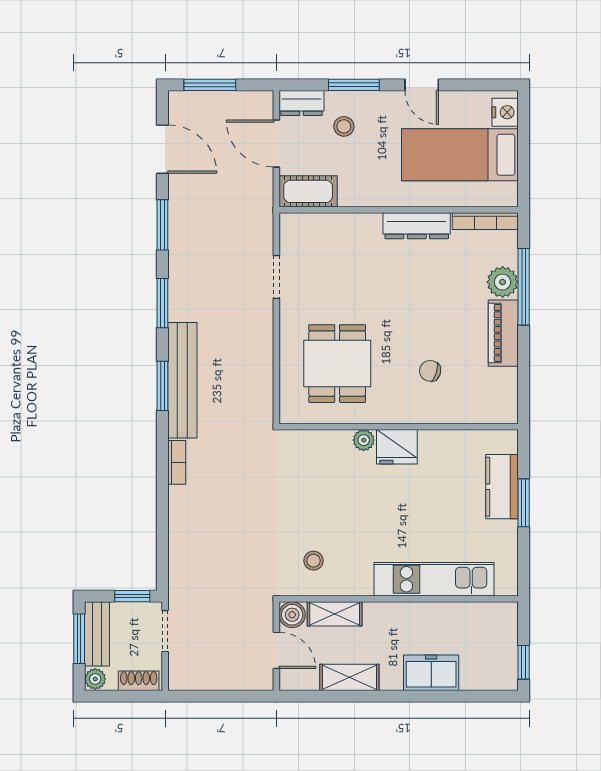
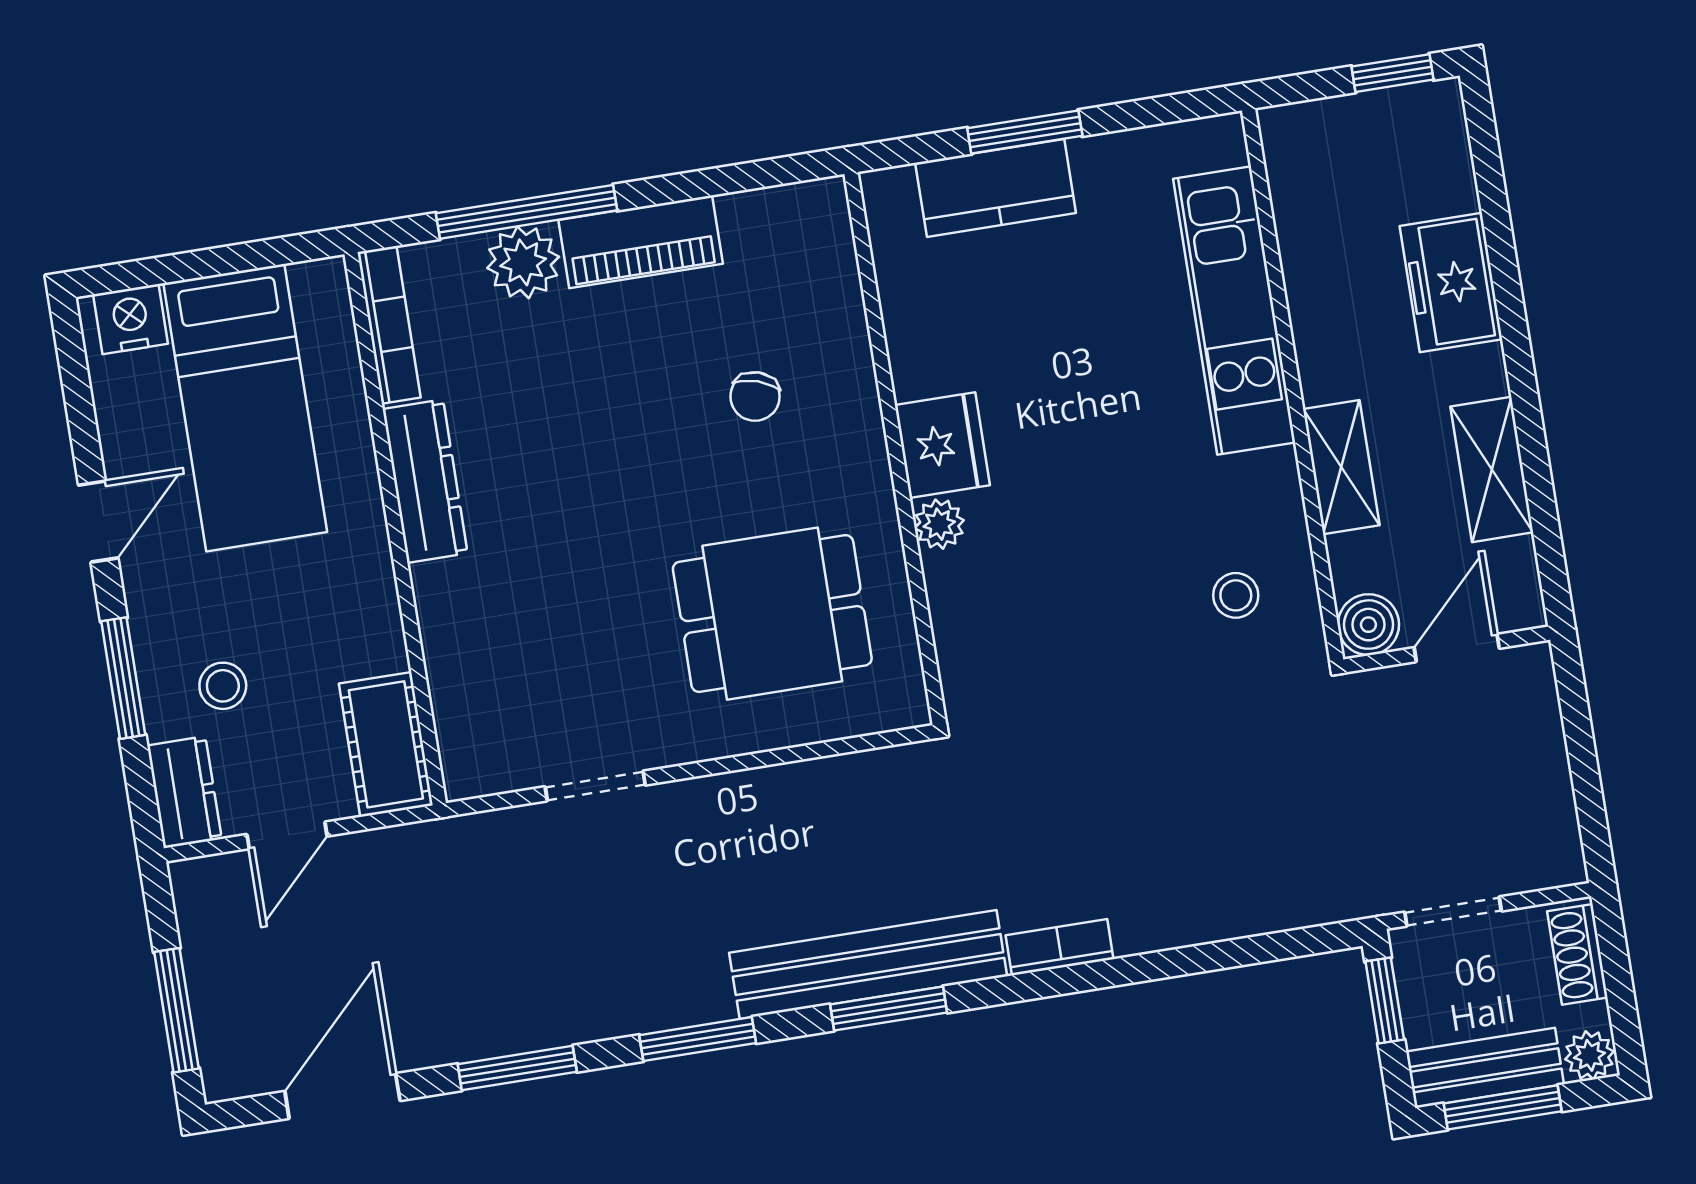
door: (276, 143) -> (287, 835), width x0.73
shelving: (335, 614) -> (1341, 467), moved

